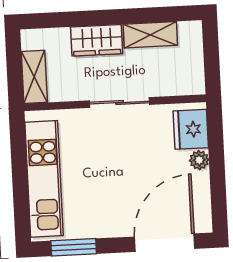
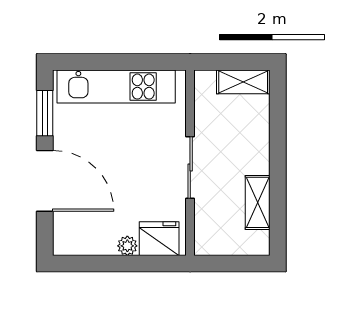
wardrobe: (97, 40) -> (255, 147), removed
shelving: (34, 77) -> (243, 82), moved
door: (165, 243) -> (45, 181), moved

